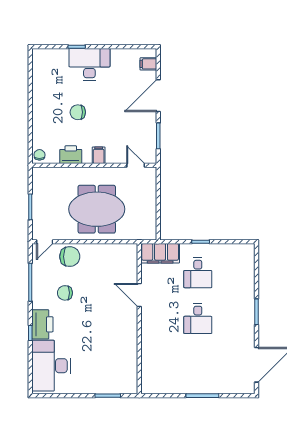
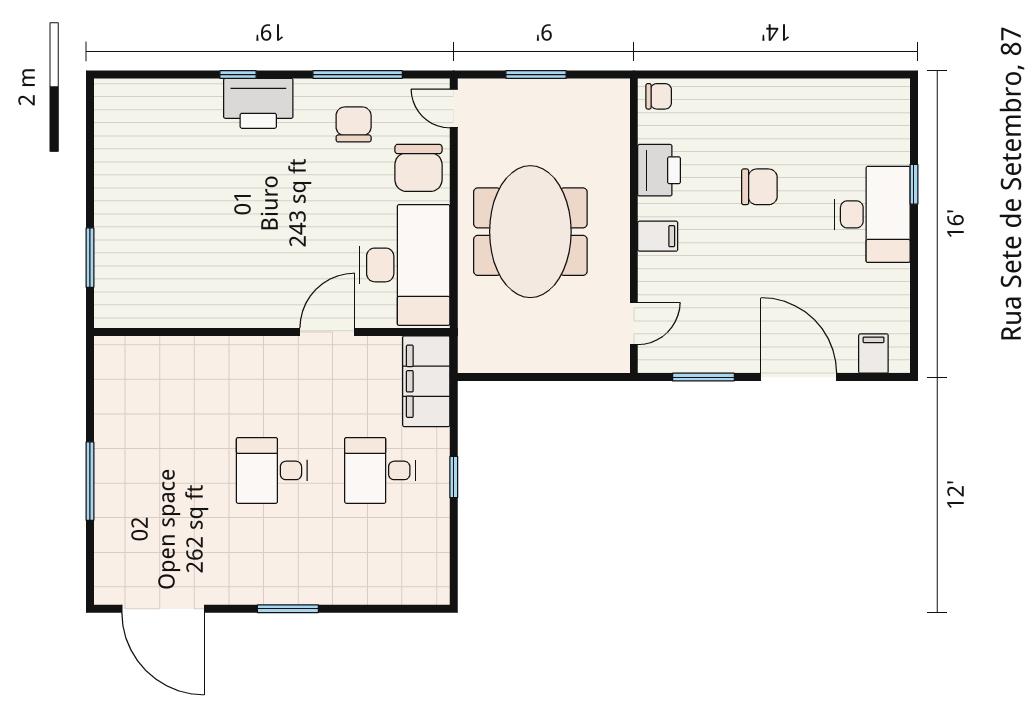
chair: (78, 112) -> (759, 187), turned 90
chair: (65, 293) -> (354, 124), moved
desk: (51, 366) -> (405, 265), moved, turned 90

